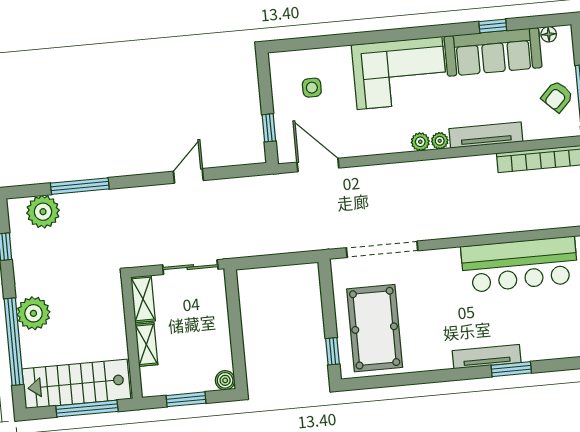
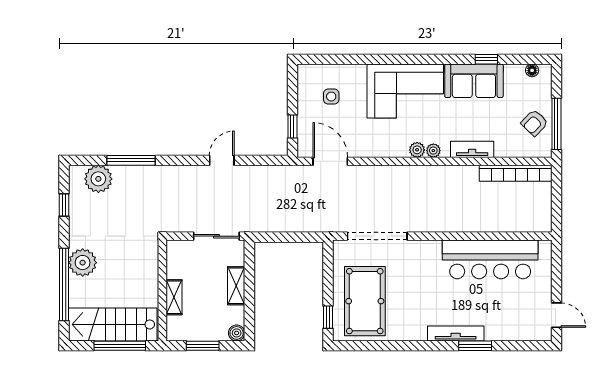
sofa: (493, 52) -> (474, 81), width x0.73
tv unit: (486, 135) -> (472, 149), width x0.71
shelving: (143, 299) -> (236, 286), moved

